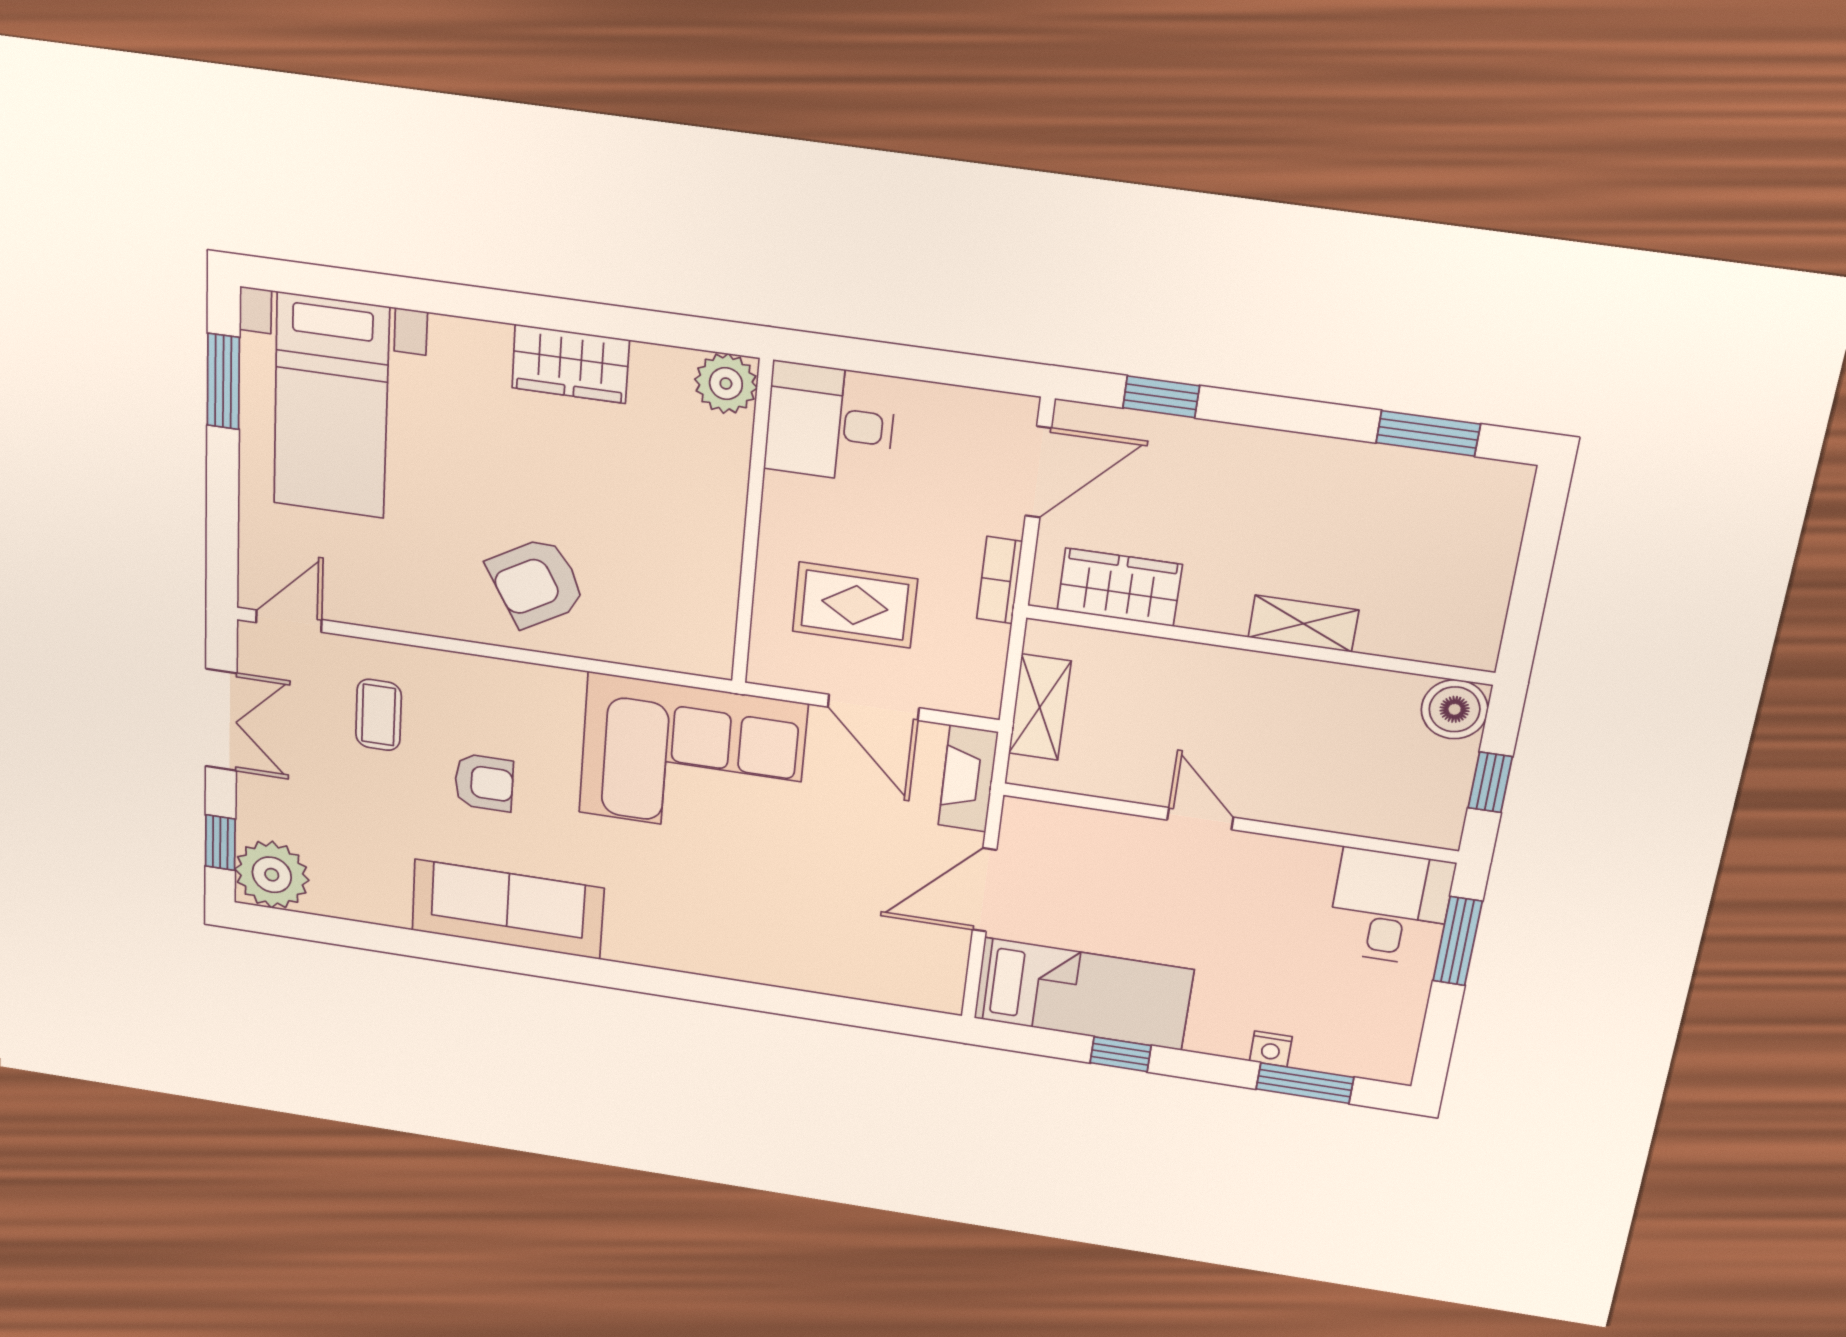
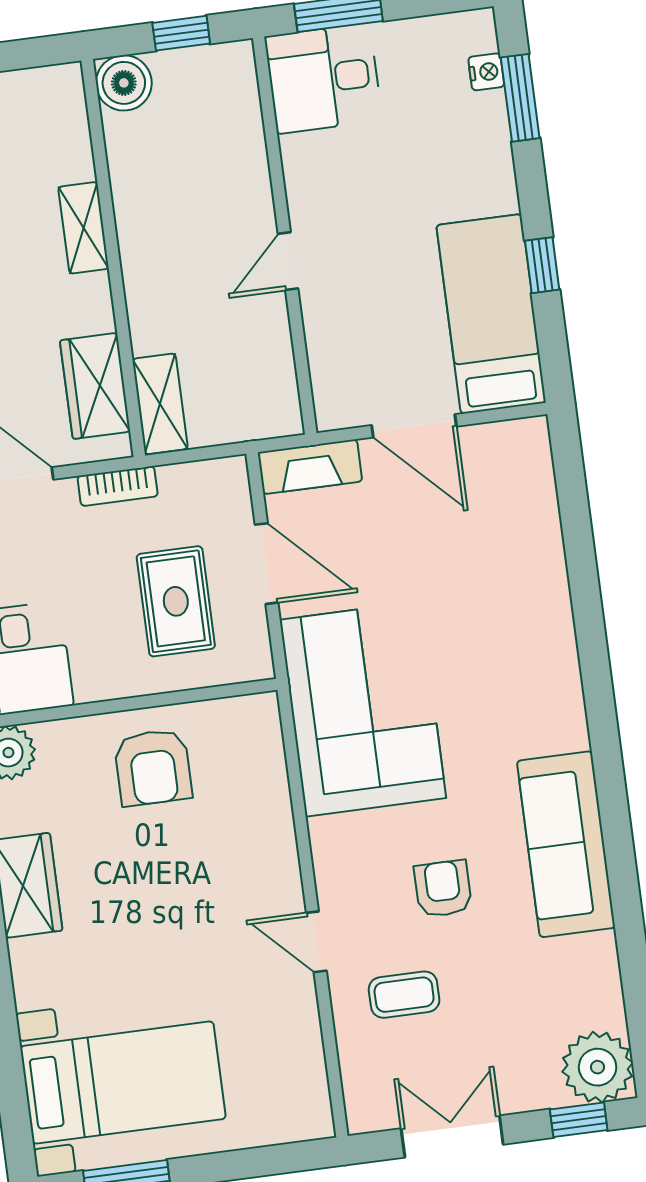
armchair: (536, 583) -> (153, 767), moved, turned 30
door: (289, 621) -> (316, 942), moved
door: (873, 707) -> (267, 564), hinge flipped
shelving: (1040, 707) -> (160, 404), moved, turned 90
nightstand: (1271, 1049) -> (486, 72), moved

